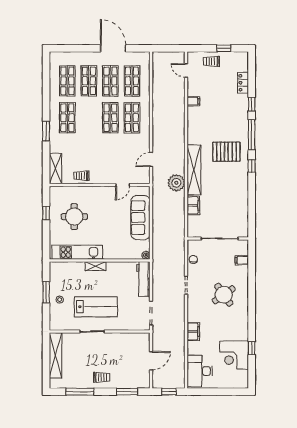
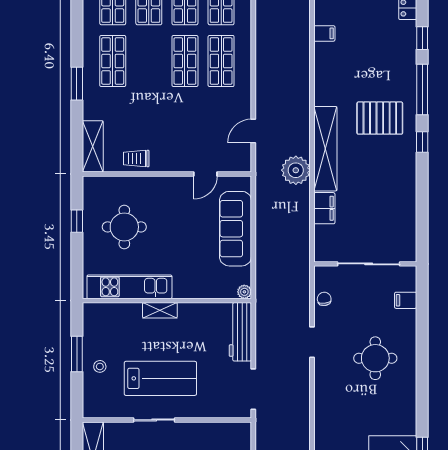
round table: (224, 295) -> (375, 358), turned 35
filing cabinet: (193, 331) -> (324, 420), removed

